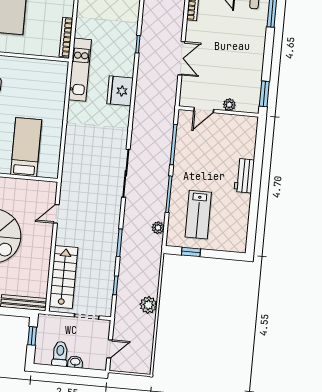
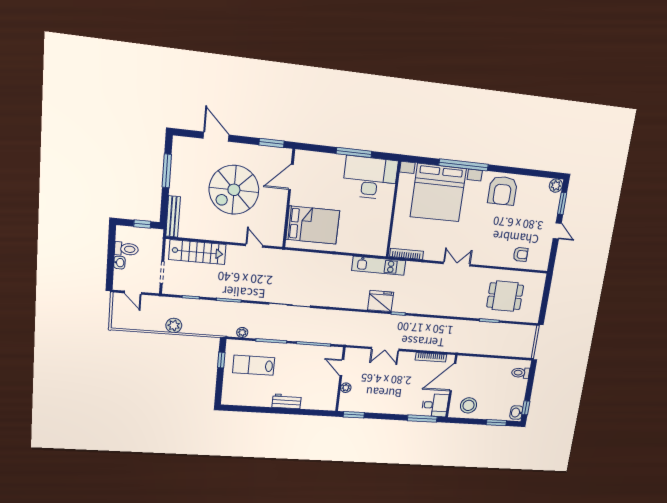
fridge: (120, 91) -> (381, 301), moved
bed: (26, 147) -> (313, 225), width x1.50

